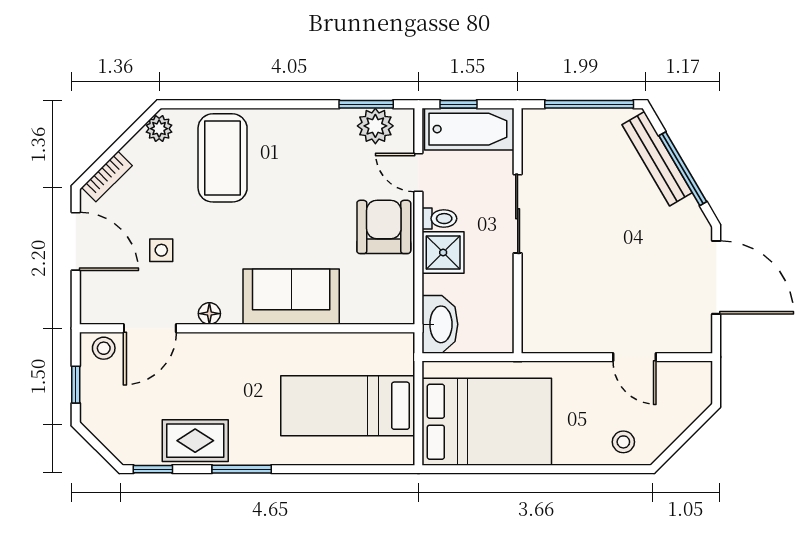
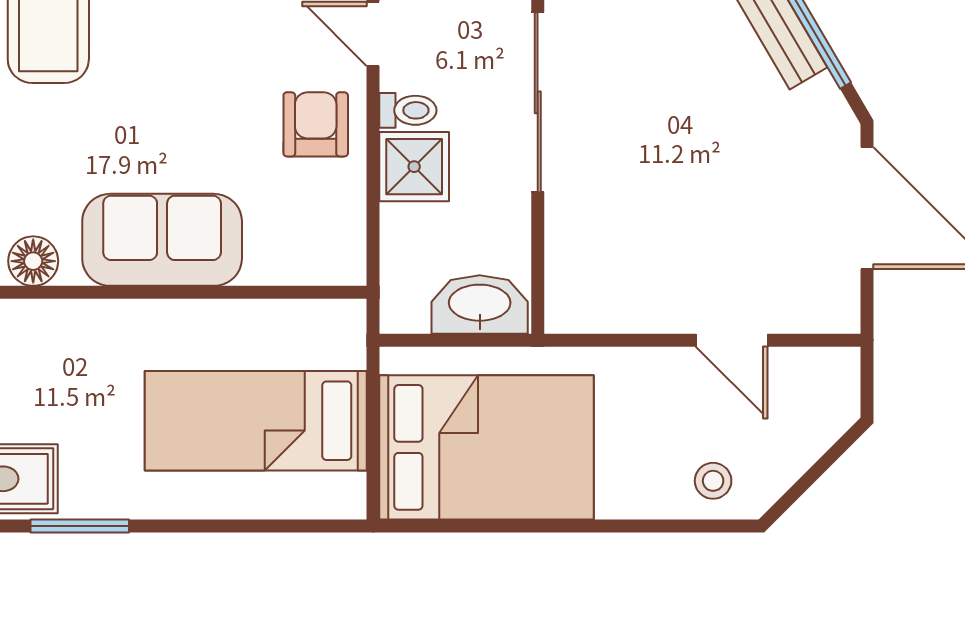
sliding door: (518, 214) -> (538, 102), width x1.37
armchair: (384, 227) -> (316, 124), width x0.72, depth x0.72
floor lamp: (209, 314) -> (33, 261), width x1.37, depth x1.37
washbasin: (440, 324) -> (480, 304), moved, turned -90

